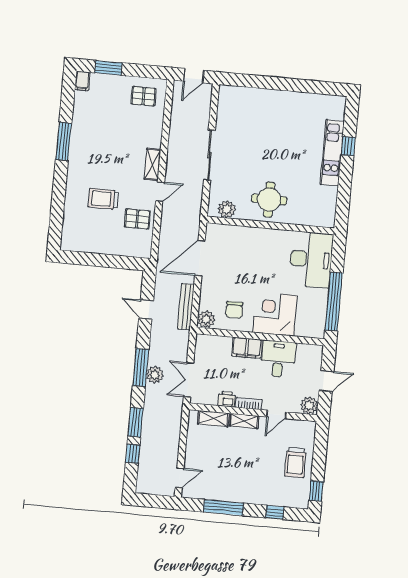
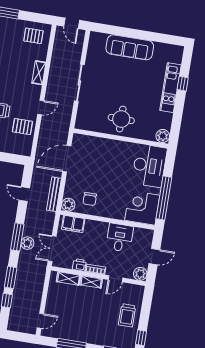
door: (194, 76) -> (72, 23), hinge flipped
sofa: (274, 103) -> (130, 47), added
shelving: (153, 164) -> (39, 73), moved
plant: (227, 209) -> (163, 136), moved
corner desk: (275, 314) -> (142, 208), moved
filing cabinet: (247, 348) -> (73, 224), moved

